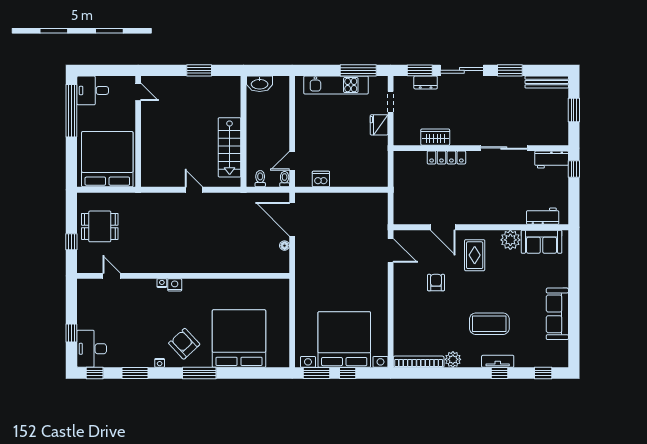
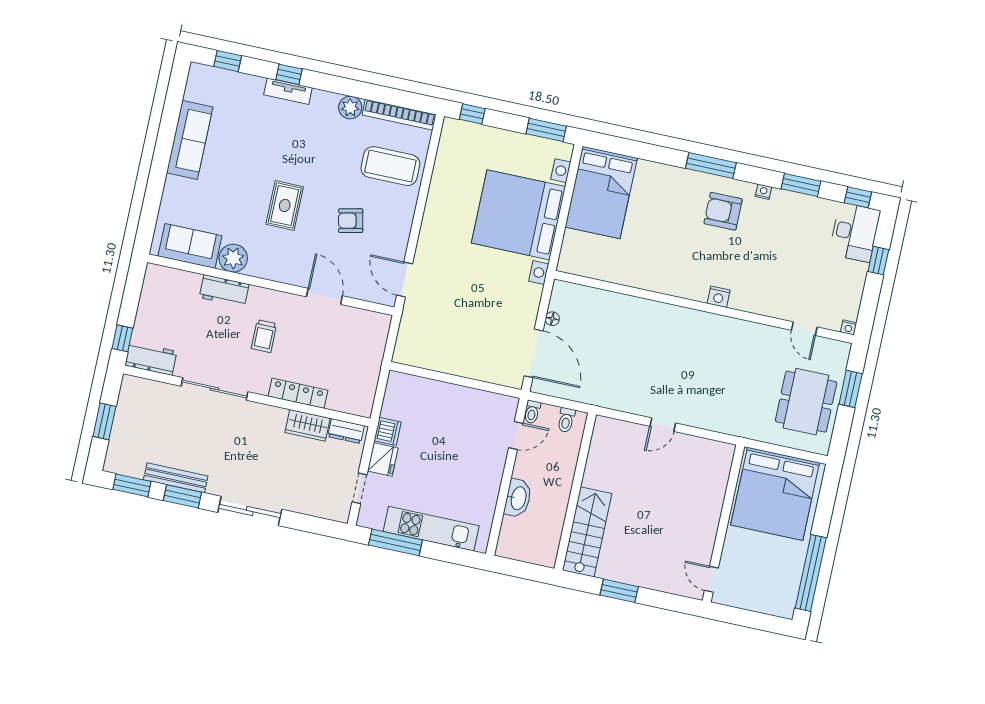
window: (420, 70) -> (132, 485), moved
dresser: (426, 82) -> (346, 431), moved, turned 180
bench: (547, 82) -> (176, 478), moved
washbasin: (260, 84) -> (518, 498), moved, turned 90
desk: (93, 90) -> (775, 595), removed
stairs: (230, 147) -> (587, 532), moved
dishwasher: (321, 179) -> (388, 431), moved, turned -90
door: (194, 190) -> (663, 425), hinge flipped
trolley: (478, 191) -> (264, 336), added
workbench: (543, 216) -> (224, 291), moved
dining table: (100, 226) -> (806, 402), width x1.37
window: (71, 242) -> (851, 389), width x1.50
rug: (475, 255) -> (285, 205), moved
nightstand: (162, 283) -> (849, 327), moved
armchair: (436, 283) -> (351, 221), turned 78
coffee table: (489, 324) -> (390, 166), moved
bed: (239, 339) -> (601, 192), moved, width x0.73
bed with nightstands: (344, 340) -> (518, 215), moved, turned 90
armchair: (184, 344) -> (723, 211), turned 133
window: (348, 373) -> (472, 114), moved

